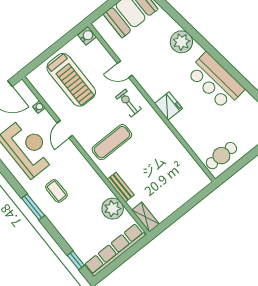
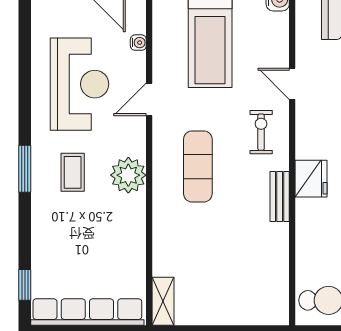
exercise mat: (112, 142) -> (198, 166), turned 90
bench: (121, 187) -> (280, 196), moved
plant: (113, 209) -> (128, 175), moved

